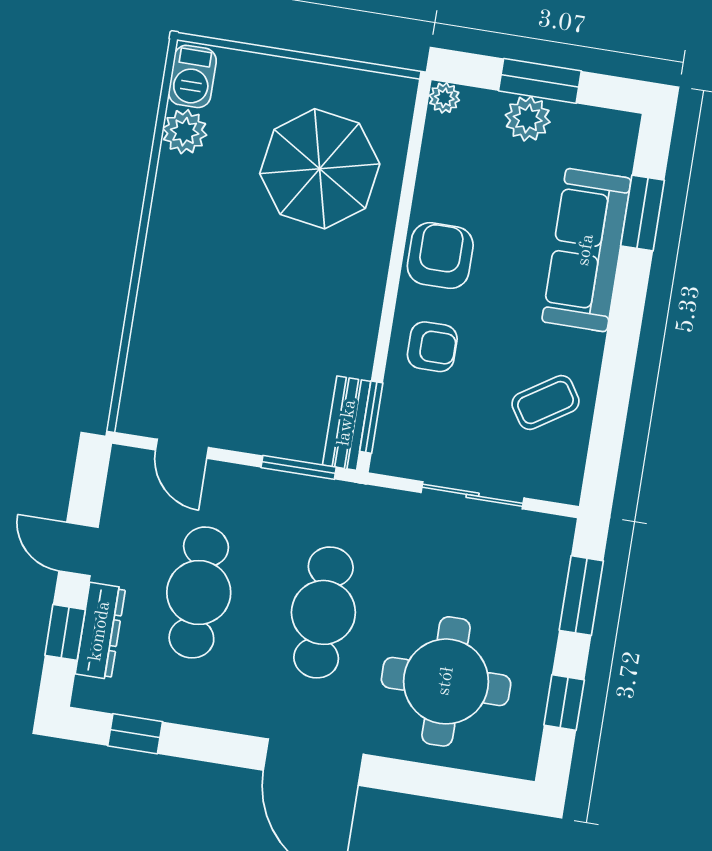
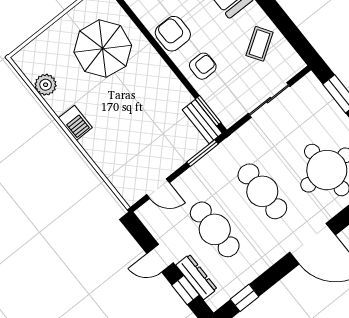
barbecue: (192, 76) -> (75, 123), moved

